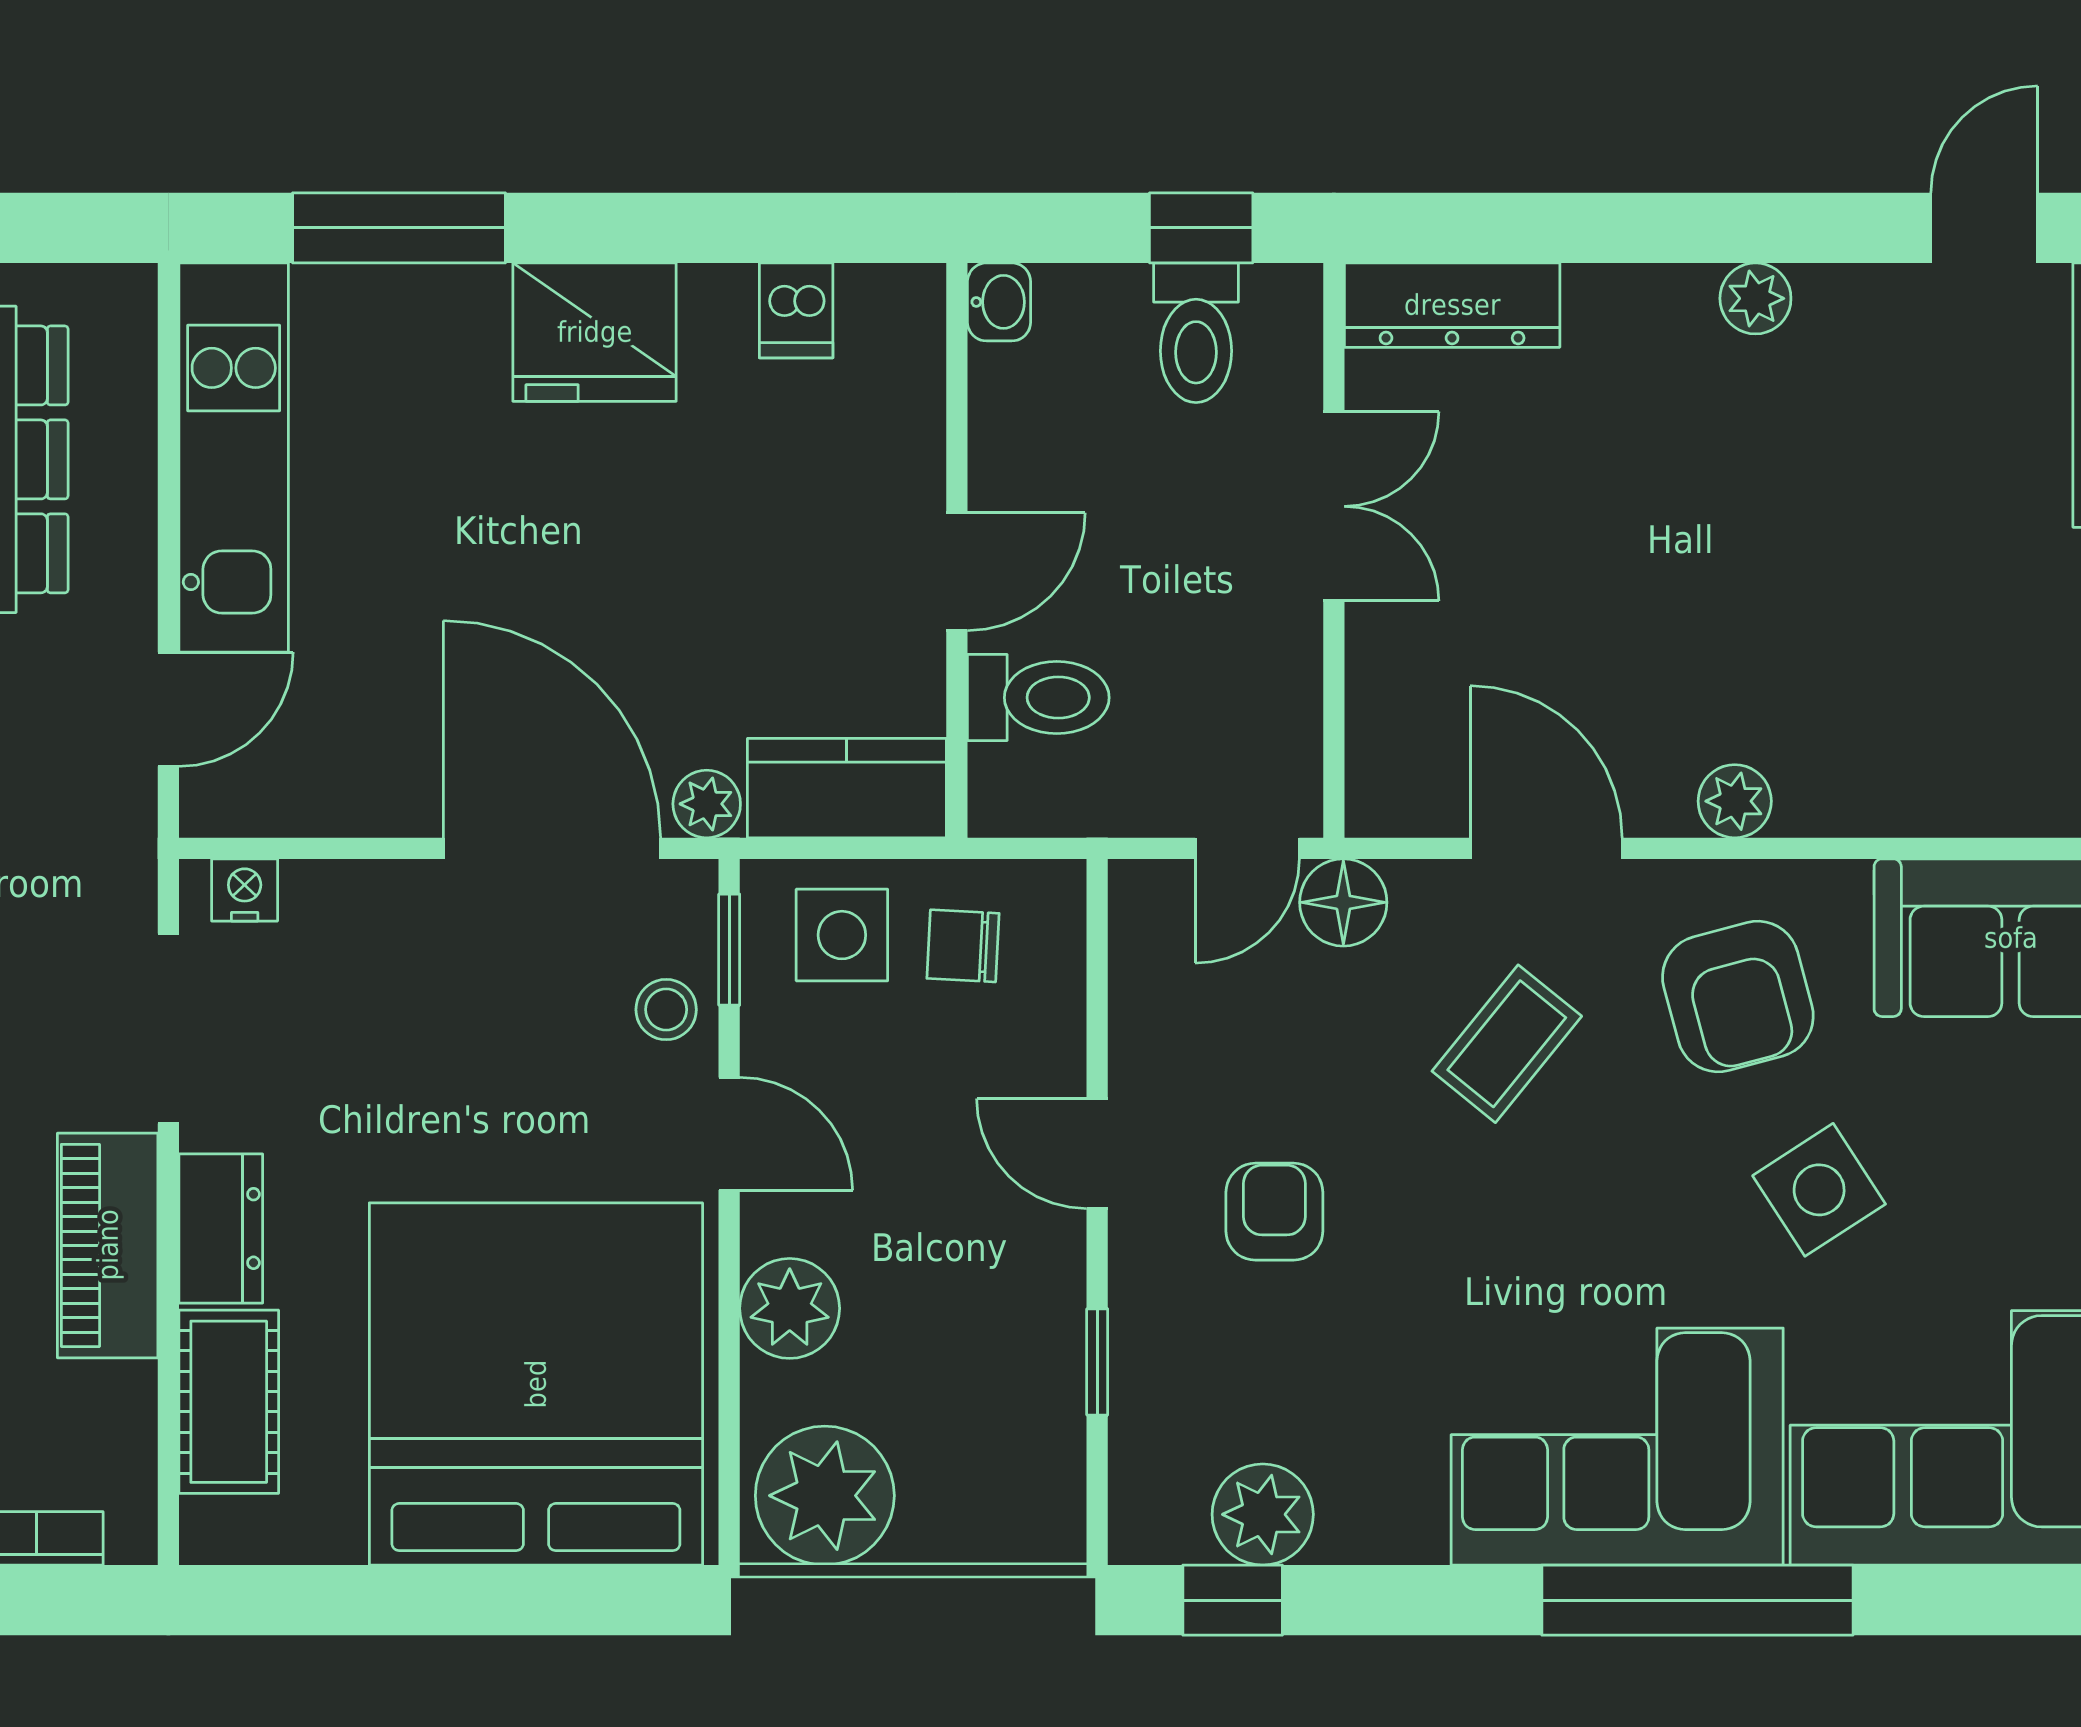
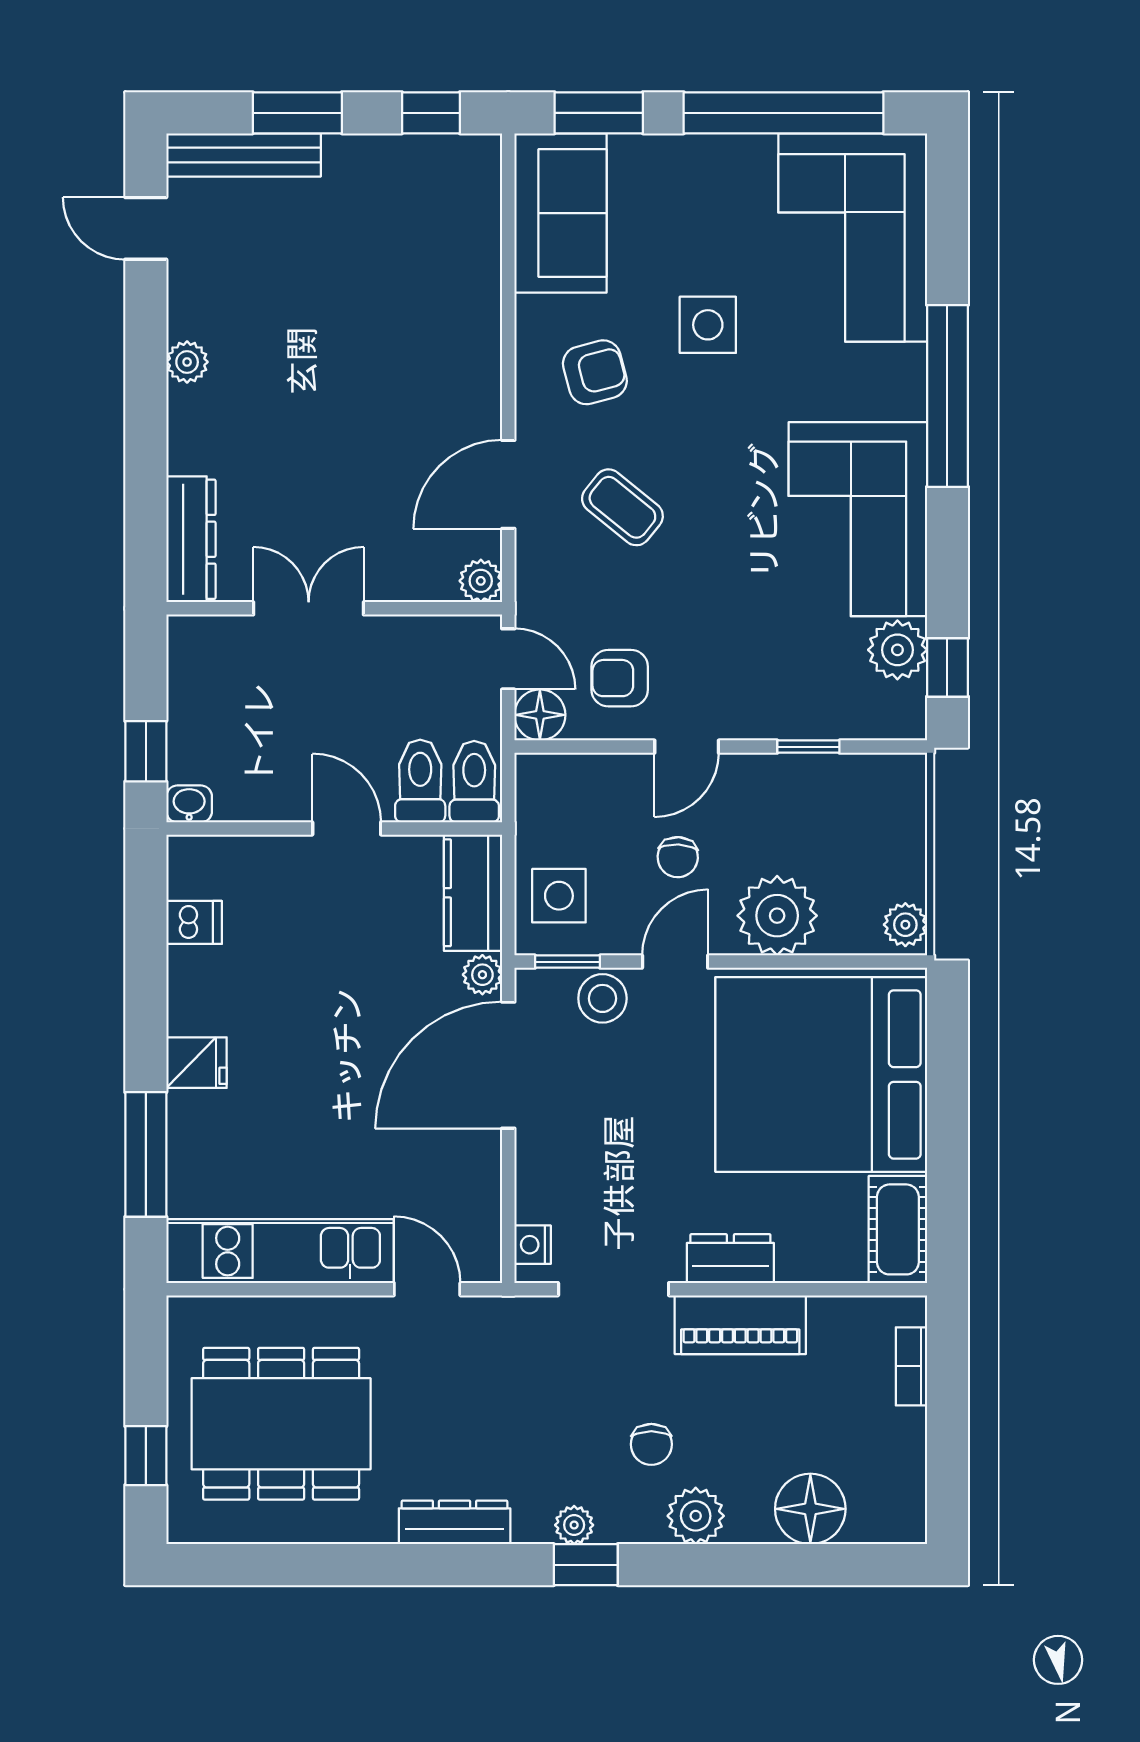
window: (1201, 228) -> (146, 751), moved
fridge: (595, 332) -> (196, 1063), width x0.53, depth x0.75
toilet: (1196, 333) -> (474, 782), moved, turned -90
plant: (1735, 801) -> (481, 581), moved
floor lamp: (1343, 902) -> (540, 715), moved
chair: (963, 946) -> (678, 857), moved
armchair: (1738, 996) -> (595, 372), width x0.72, depth x0.72
stool: (666, 1010) -> (602, 998), width x1.37, depth x1.37
side table: (1819, 1190) -> (708, 325), turned 33
armchair: (1274, 1212) -> (620, 678), moved
plant: (790, 1308) -> (777, 916), width x1.36, depth x1.36
cot: (229, 1402) -> (898, 1229), moved, turned 90
corner sofa: (1617, 1447) -> (858, 519), moved
plant: (825, 1496) -> (905, 925), width x0.53, depth x0.53

